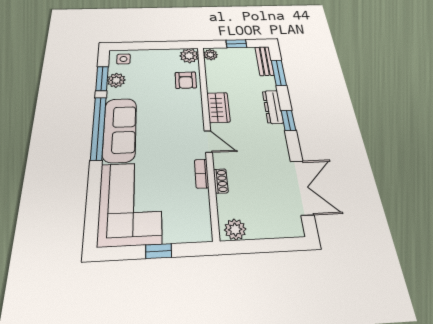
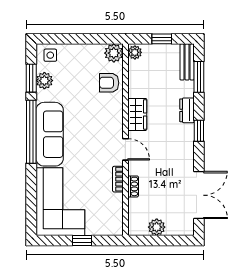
armchair: (186, 80) -> (109, 83), turned 90
dresser: (273, 107) -> (187, 110), width x0.70
plant: (235, 230) -> (157, 227), moved

